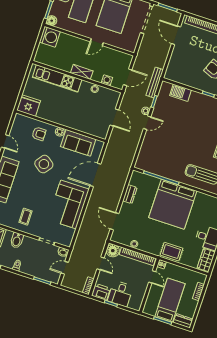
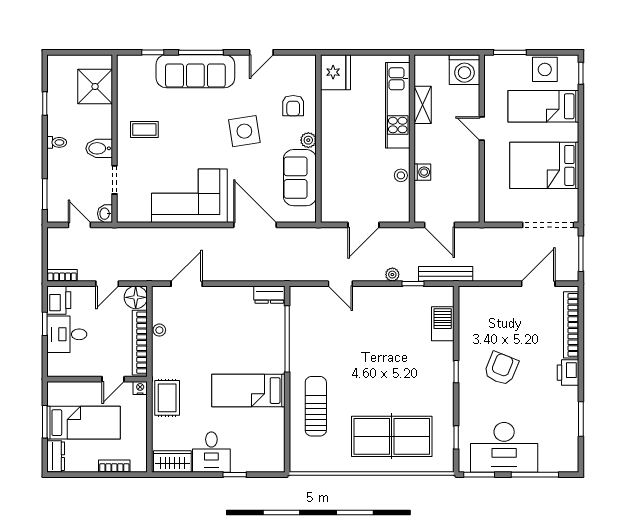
floor lamp: (52, 21) -> (493, 64), removed
door: (97, 42) -> (482, 129), moved
shelving: (82, 72) -> (423, 105), moved
washing machine: (107, 80) -> (422, 172), moved
door: (147, 123) -> (340, 284), moved
side table: (44, 164) -> (244, 131), turned 45
dresser: (130, 194) -> (269, 295), moved
bed: (173, 204) -> (248, 391), width x0.49
bidet: (17, 240) -> (99, 148), moved

